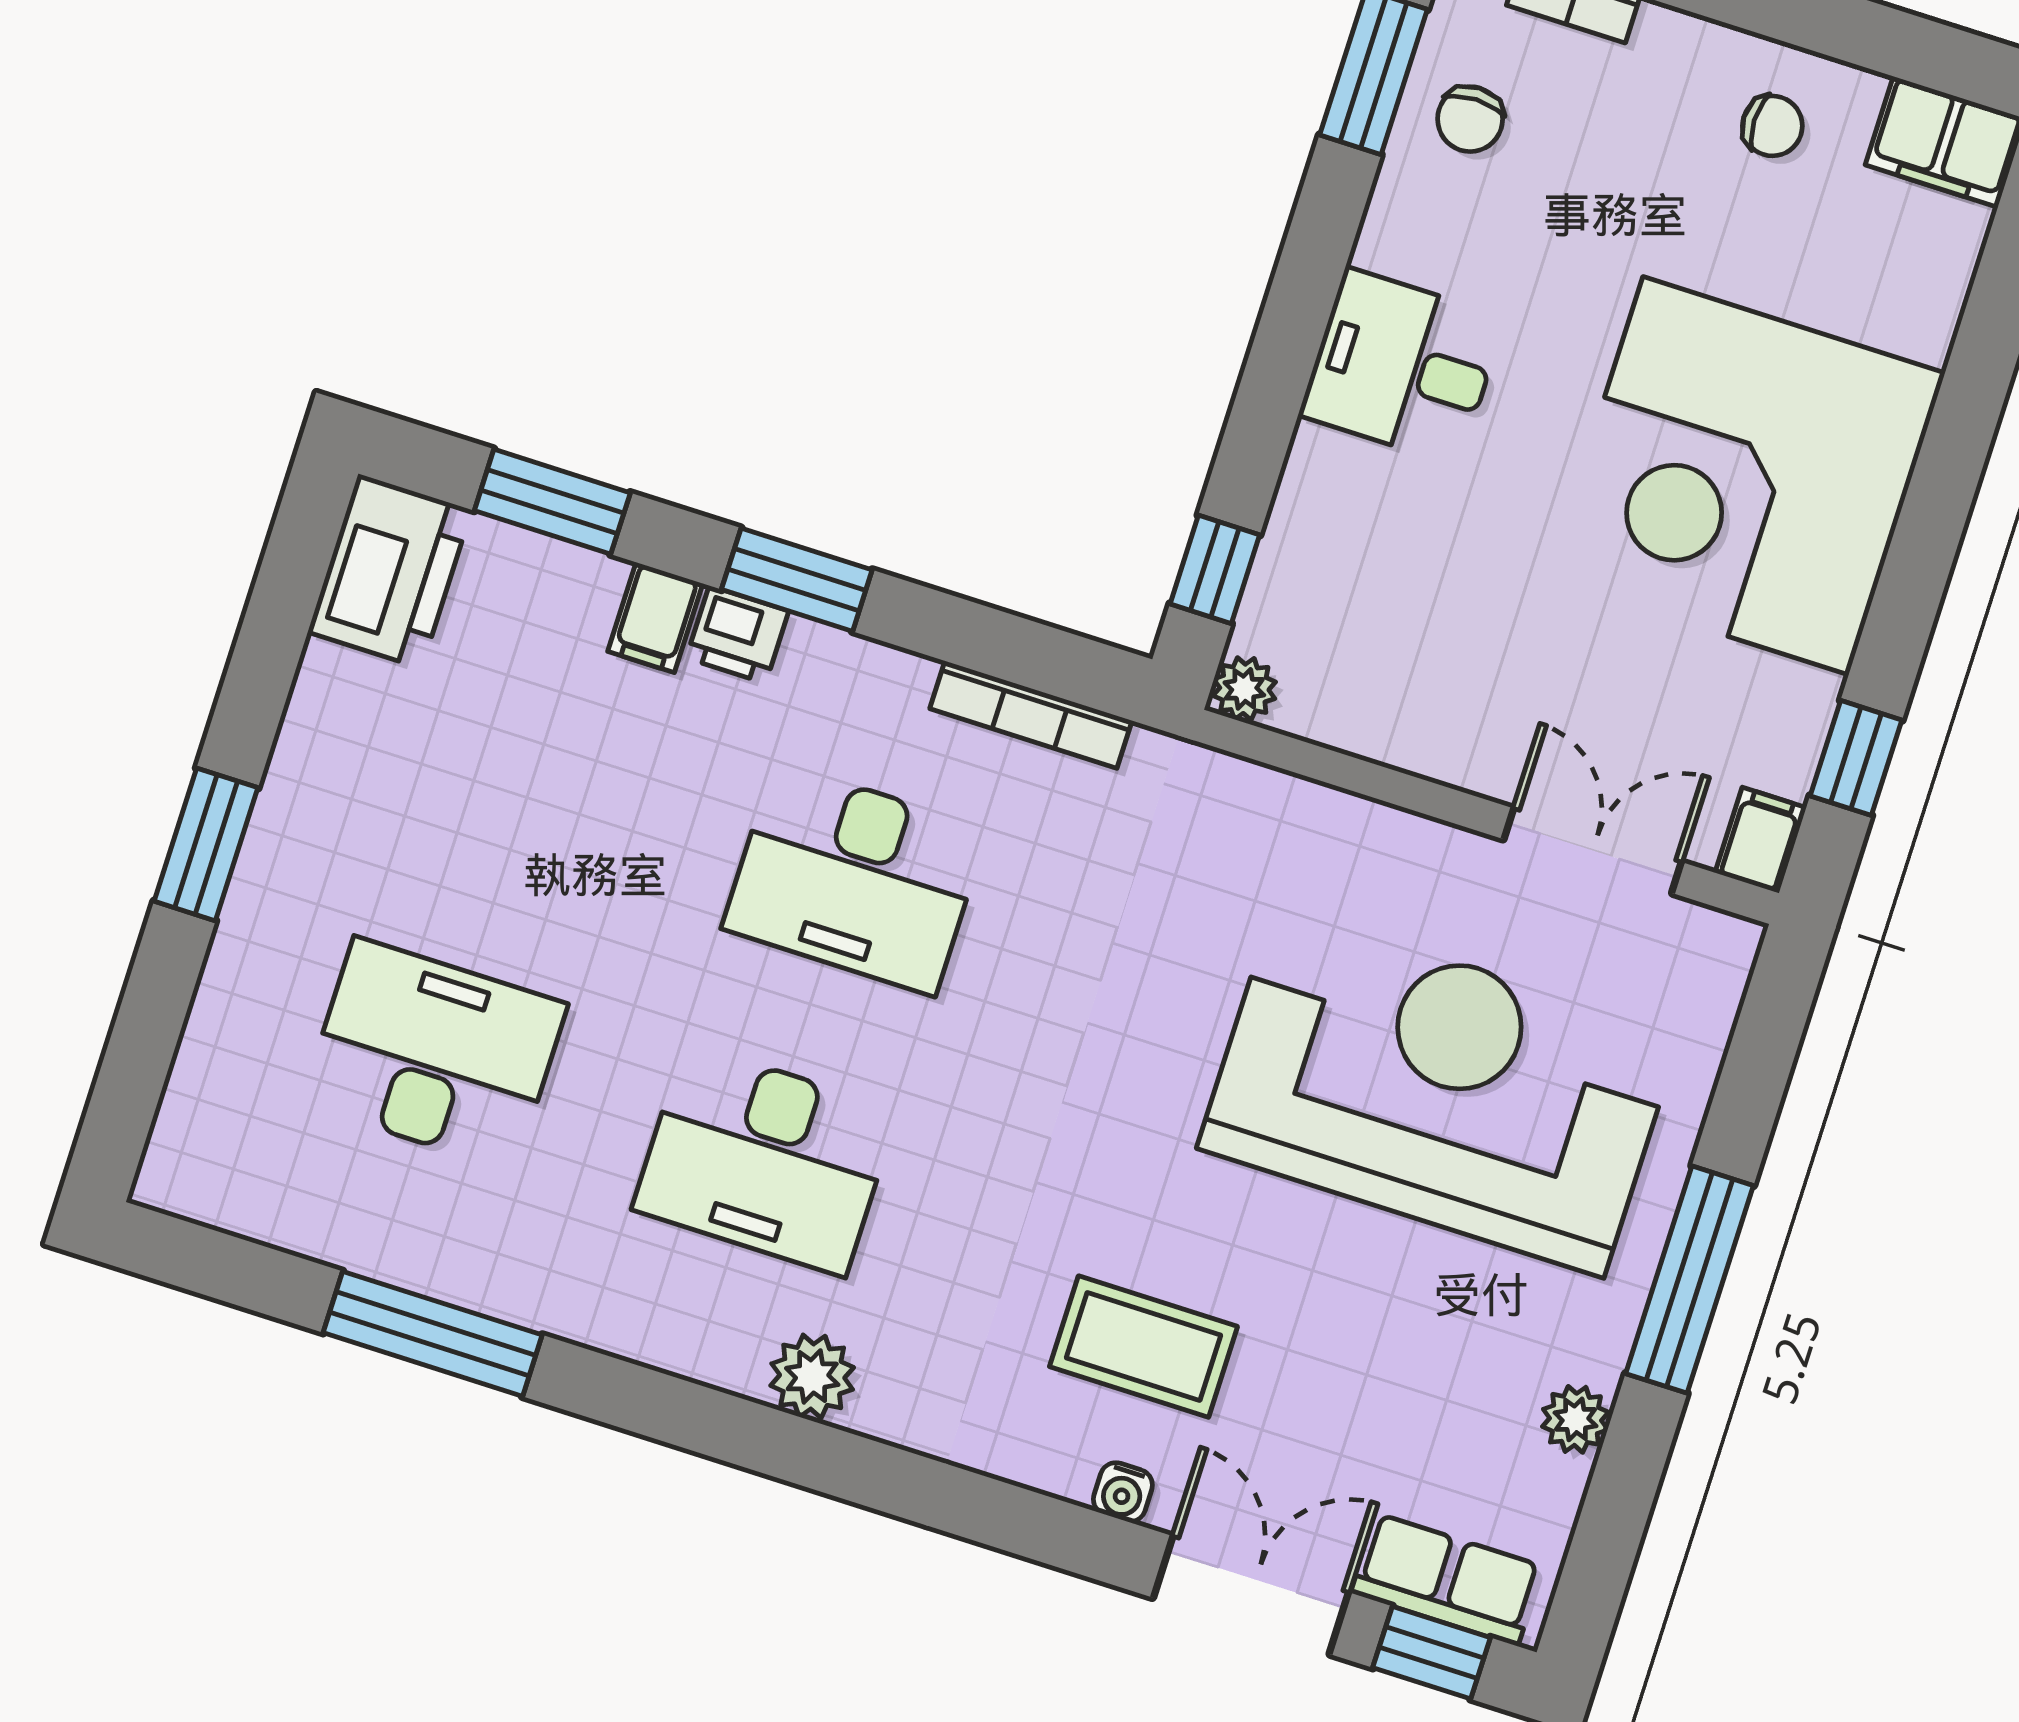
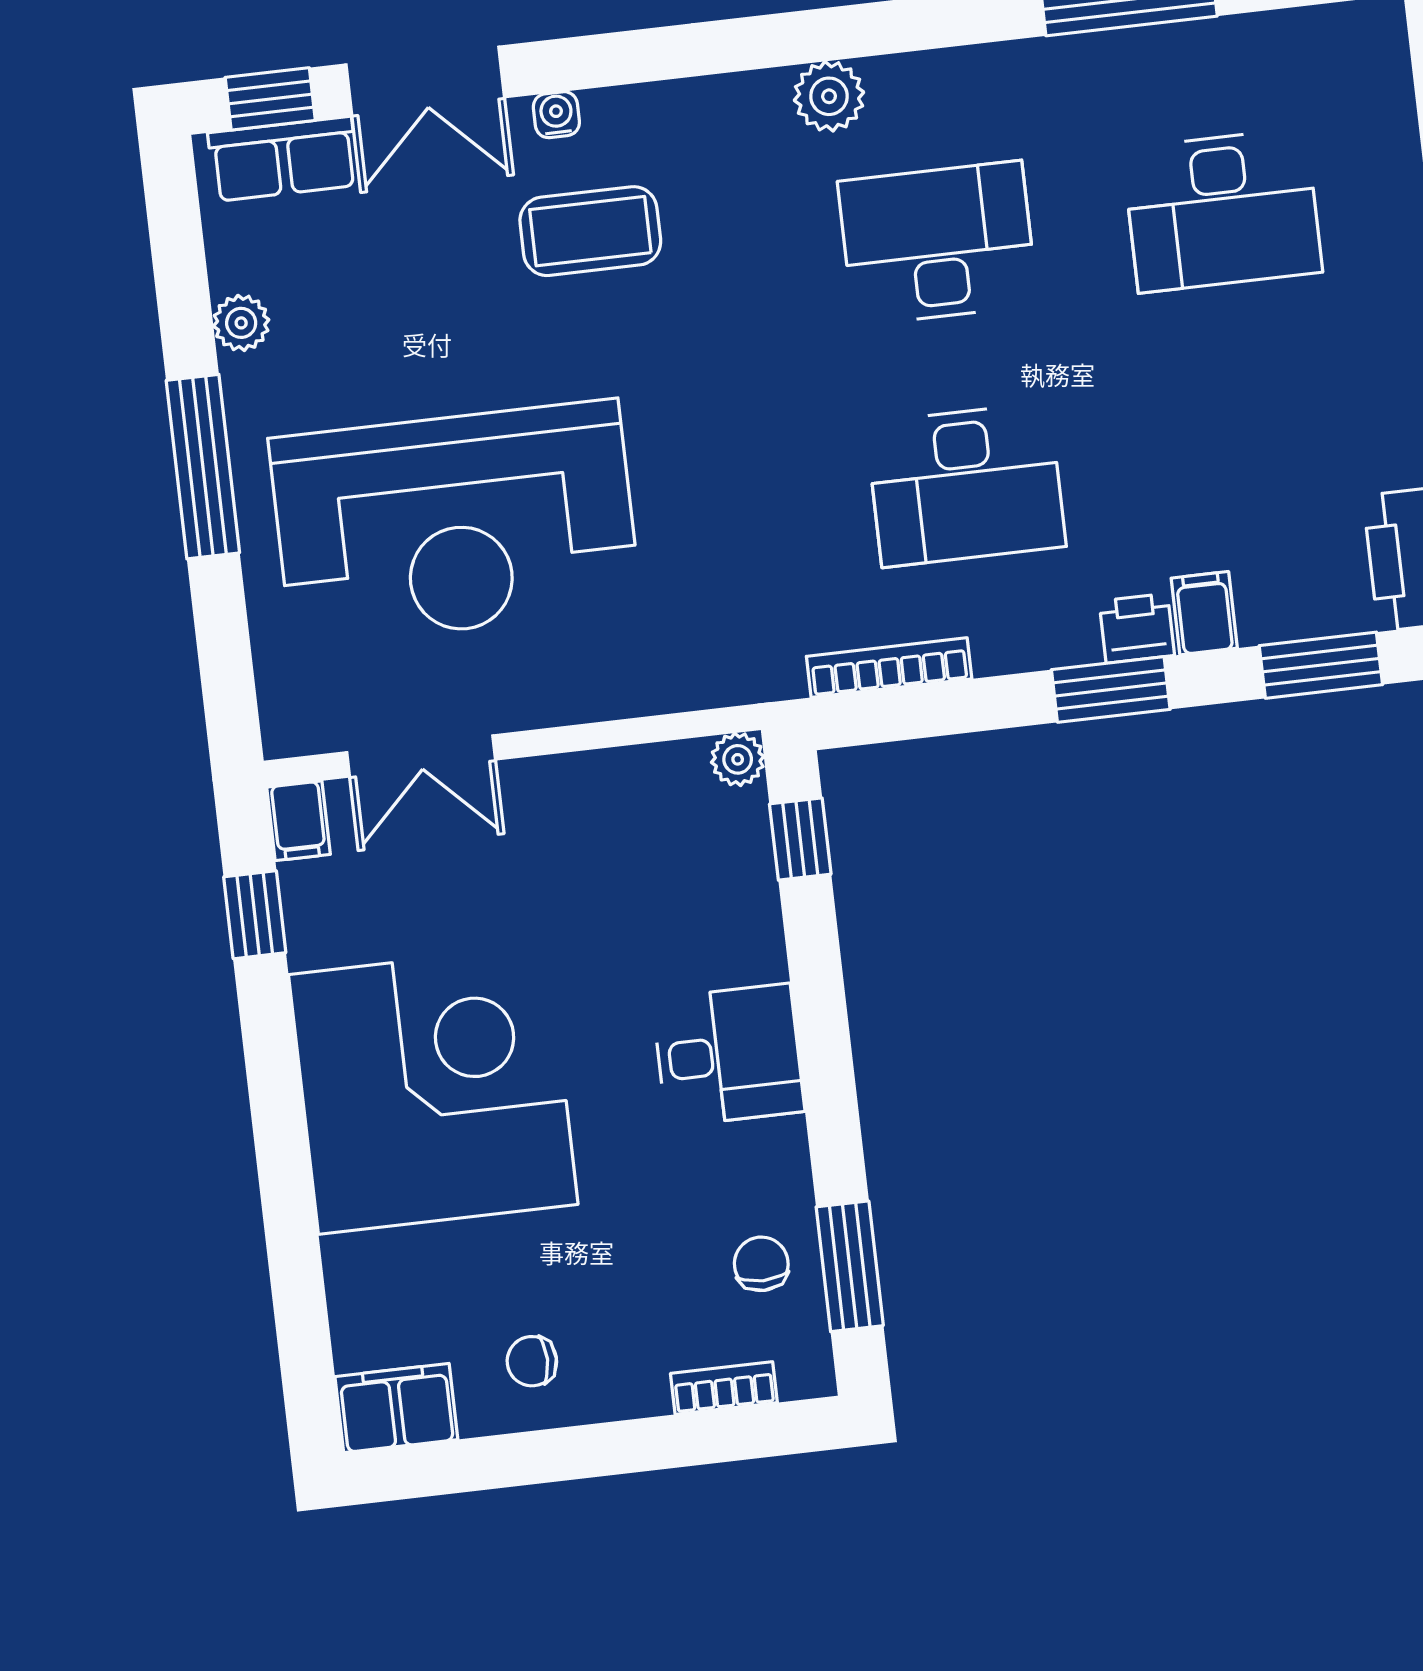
desk: (855, 879) -> (966, 485), turned 180

